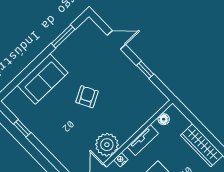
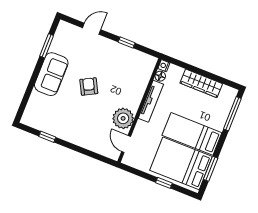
sofa: (43, 79) -> (51, 74), moved
tv unit: (143, 140) -> (151, 101), width x1.41
nightstand: (121, 160) -> (164, 66), moved

